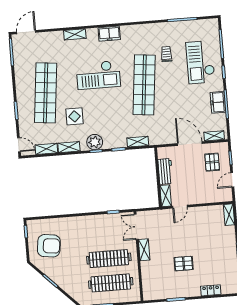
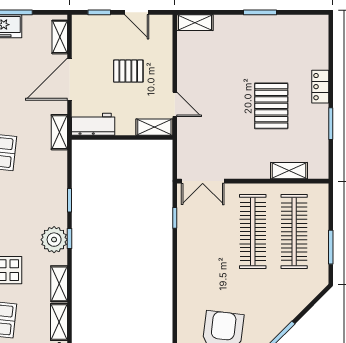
shelving: (138, 142) -> (59, 132), moved
pallet: (212, 162) -> (128, 71), moved
workbench: (165, 171) -> (93, 124), moved
shelving: (144, 250) -> (289, 171), moved
pallet: (184, 264) -> (271, 106), width x1.50, depth x1.42
locker: (211, 290) -> (320, 87), moved

